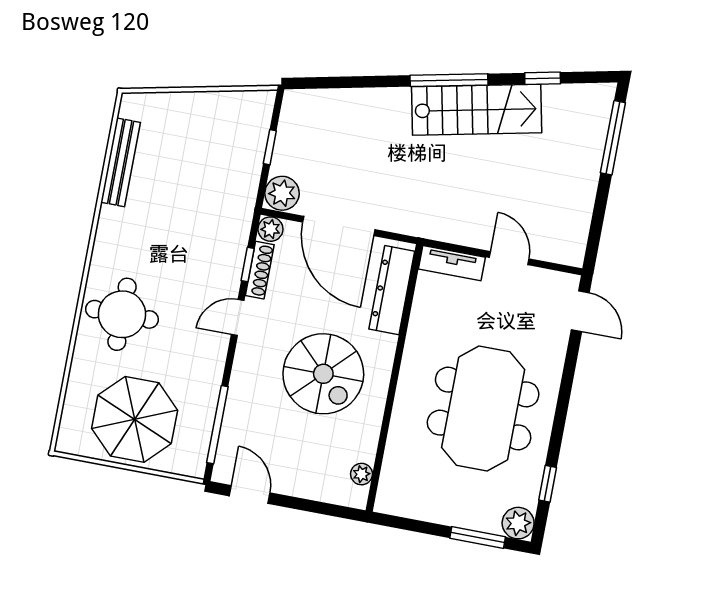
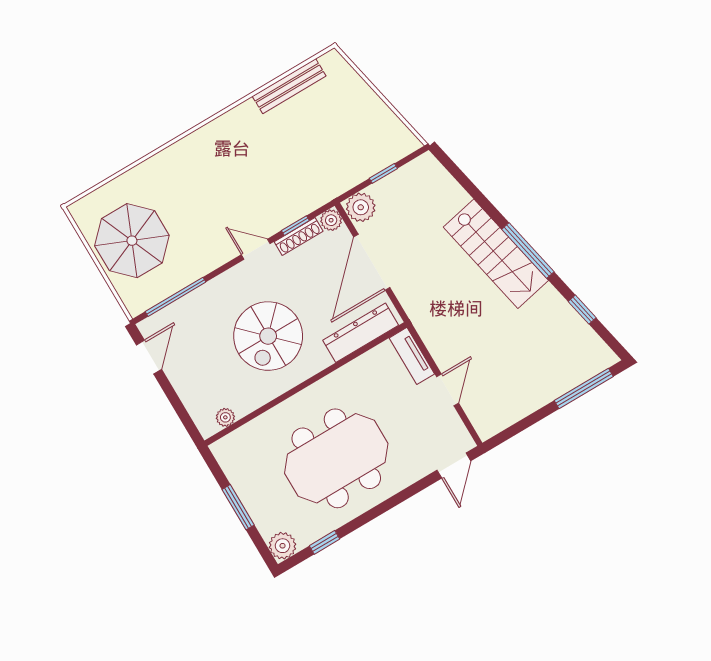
stairs: (477, 110) -> (496, 254), moved
round table: (122, 314) -> (192, 173), removed
window: (478, 538) -> (238, 507), moved

